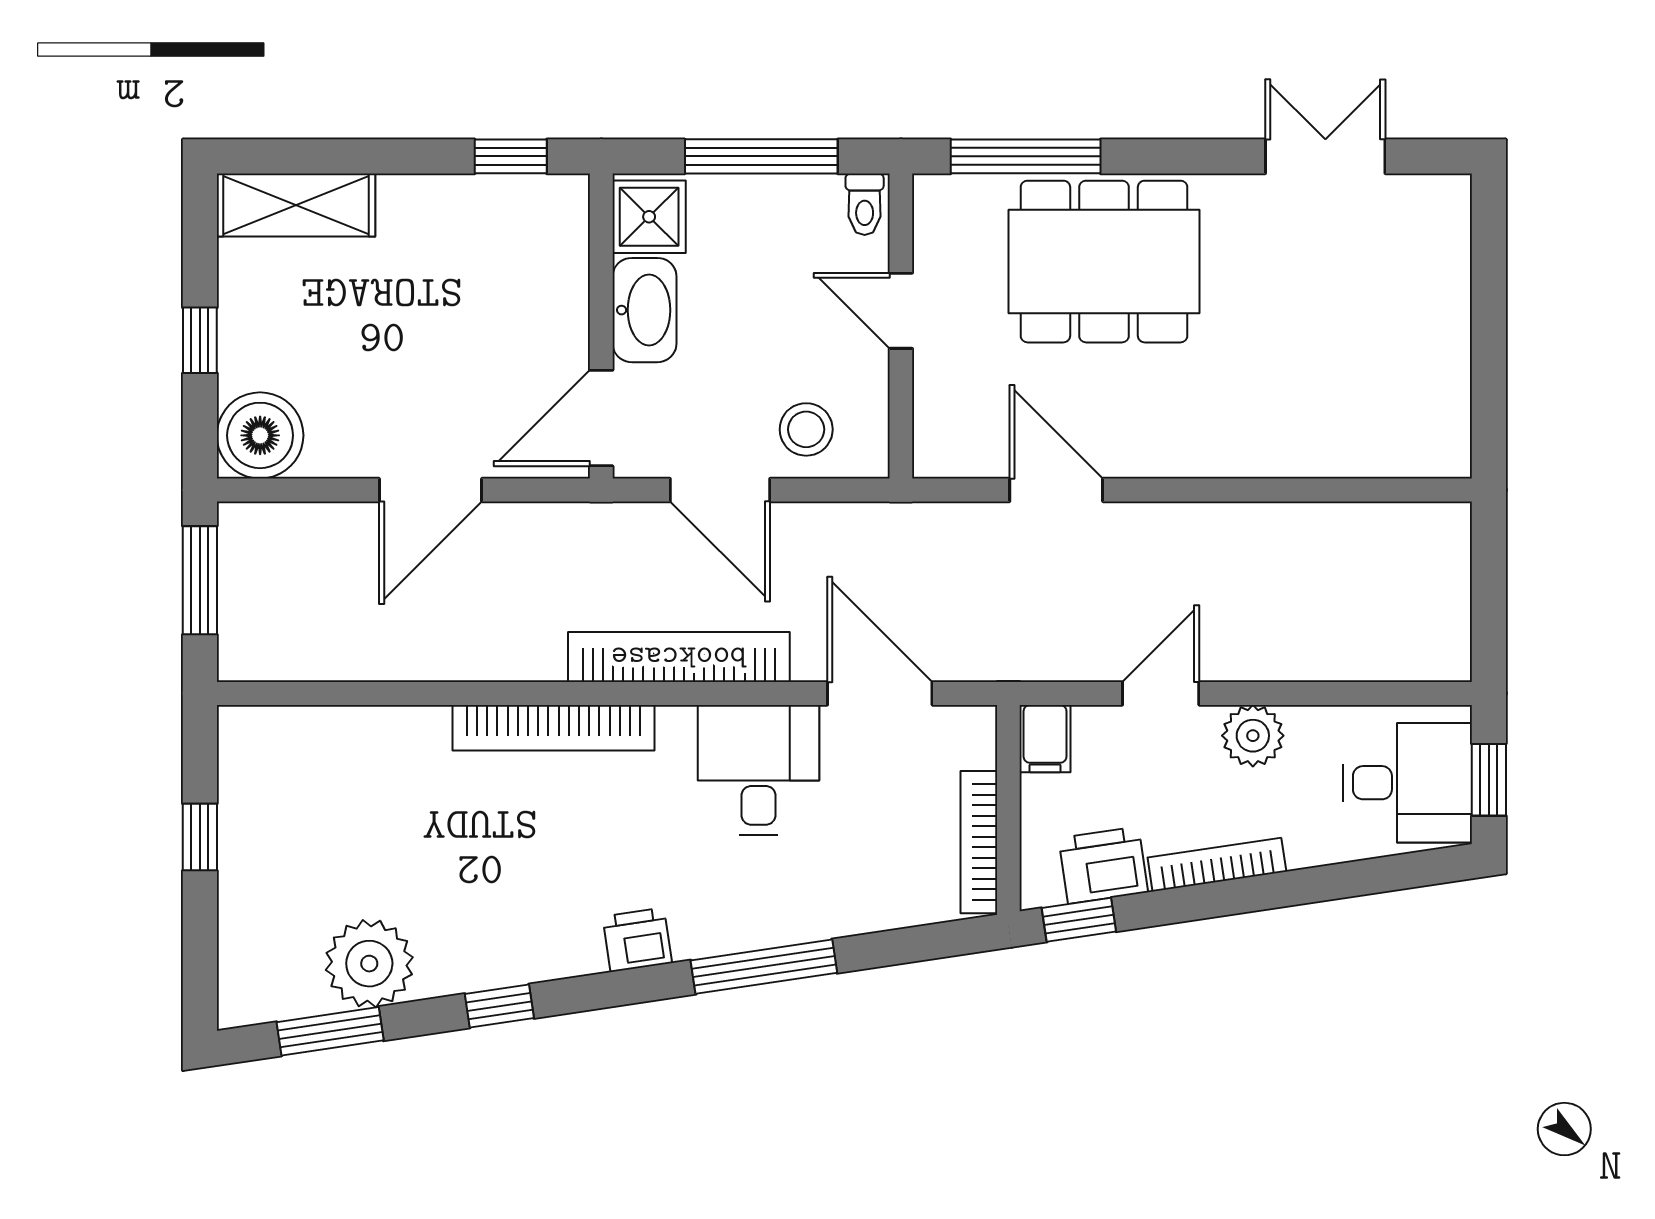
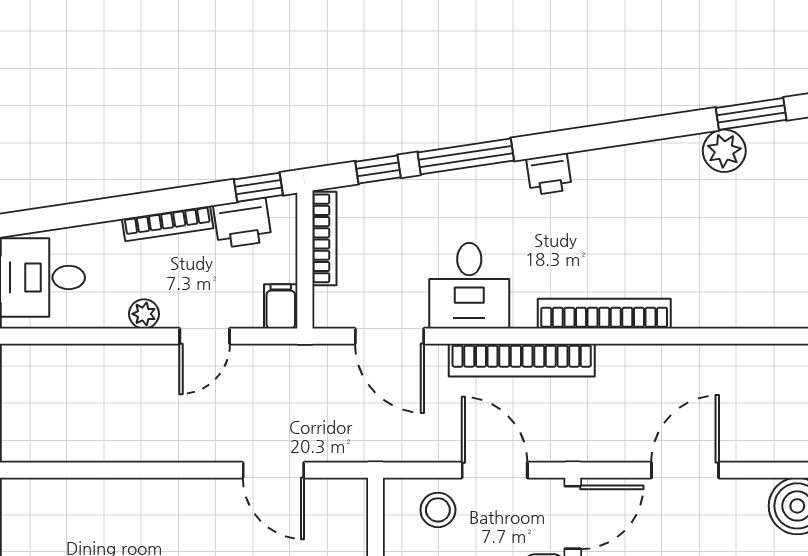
plant: (1253, 736) -> (144, 314), width x0.73, depth x0.73
plant: (369, 964) -> (724, 151), width x0.73, depth x0.73
window: (499, 1006) -> (378, 169), moved

